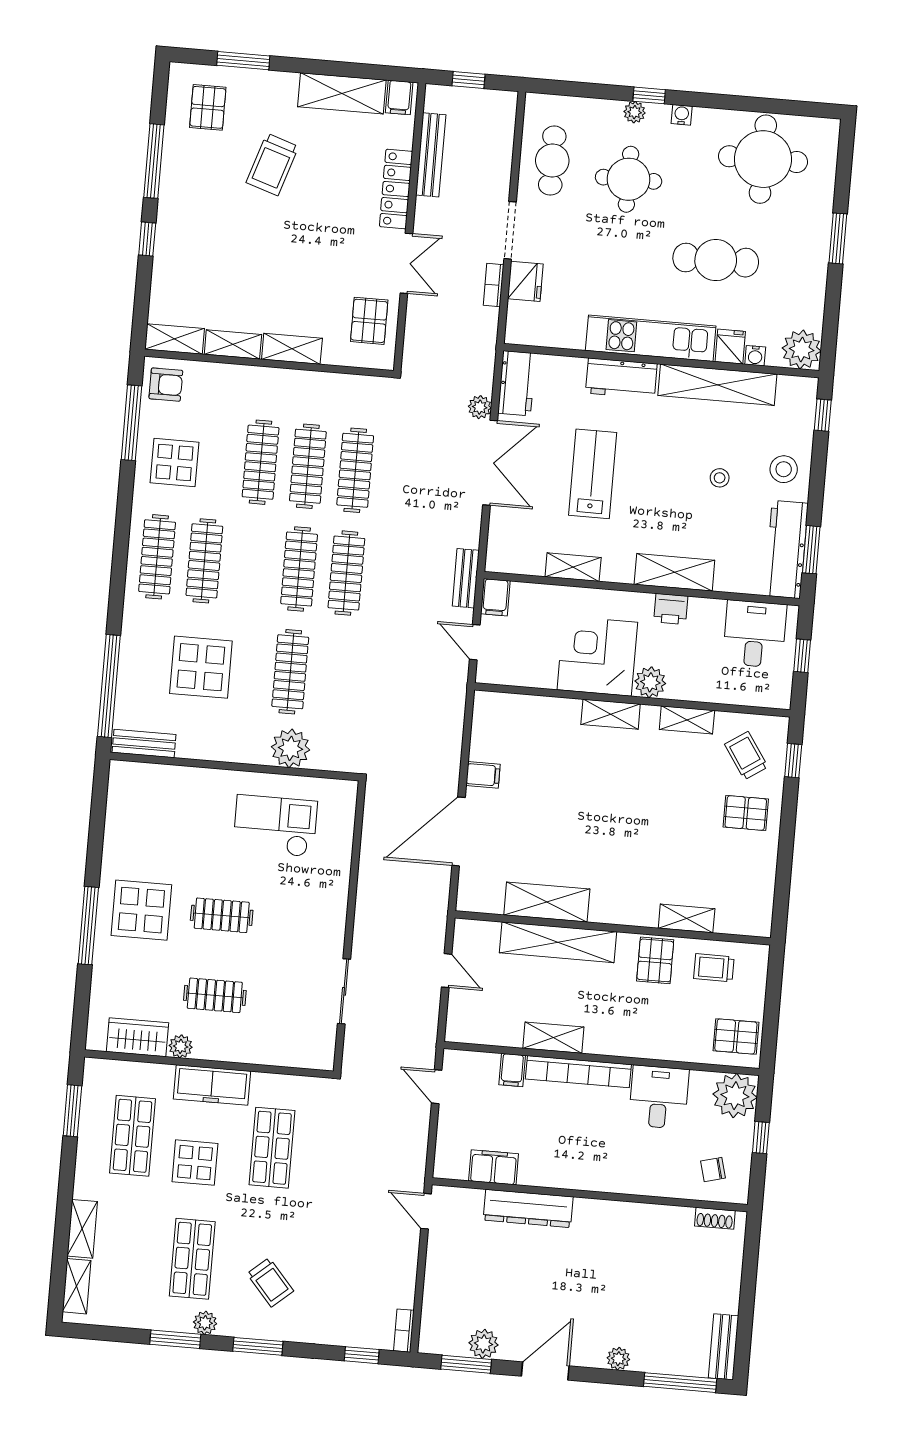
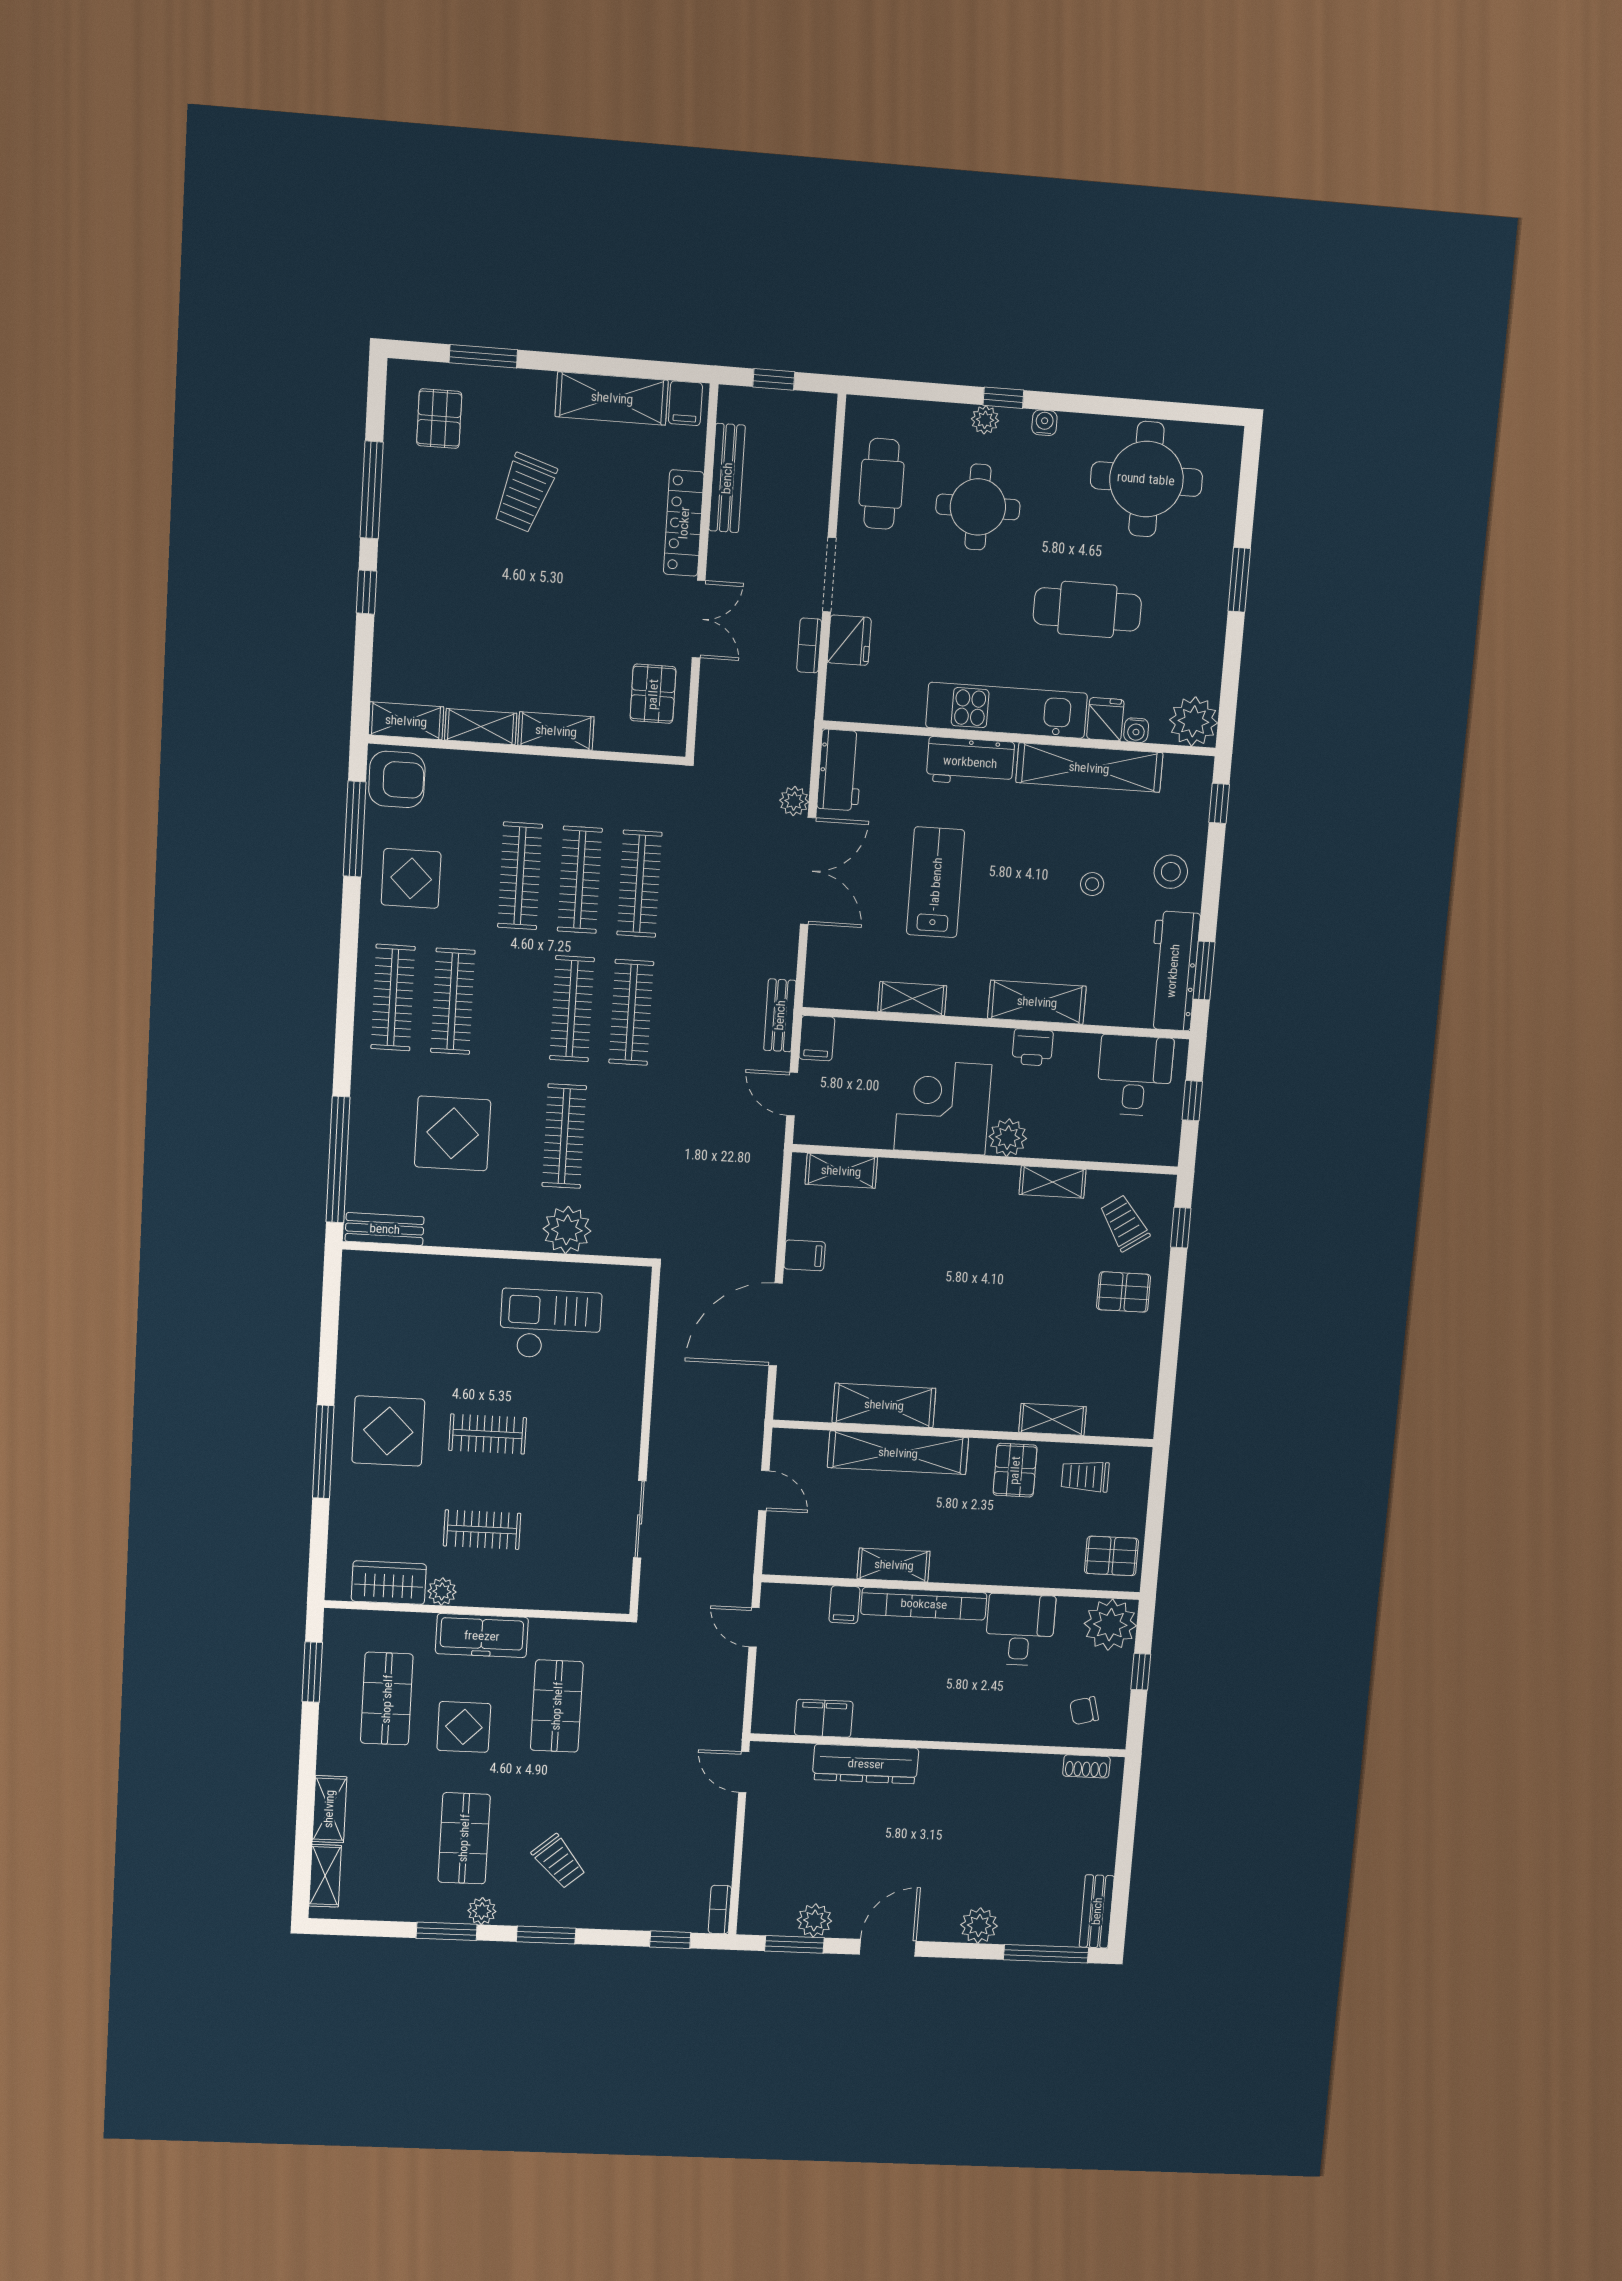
armchair: (166, 385) -> (397, 779), width x1.38, depth x1.38
shelving: (611, 714) -> (841, 1171), moved
plant: (618, 1359) -> (979, 1925), width x1.38, depth x1.38

